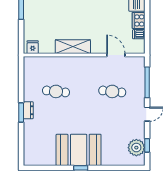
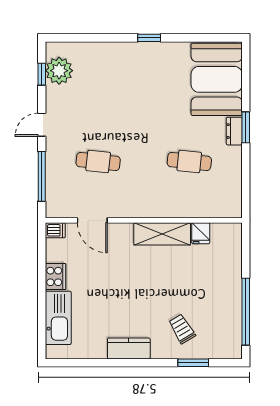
dishwasher: (139, 34) -> (55, 230), moved
fridge: (33, 47) -> (201, 233), moved
booth: (79, 150) -> (217, 79), moved, turned 90

